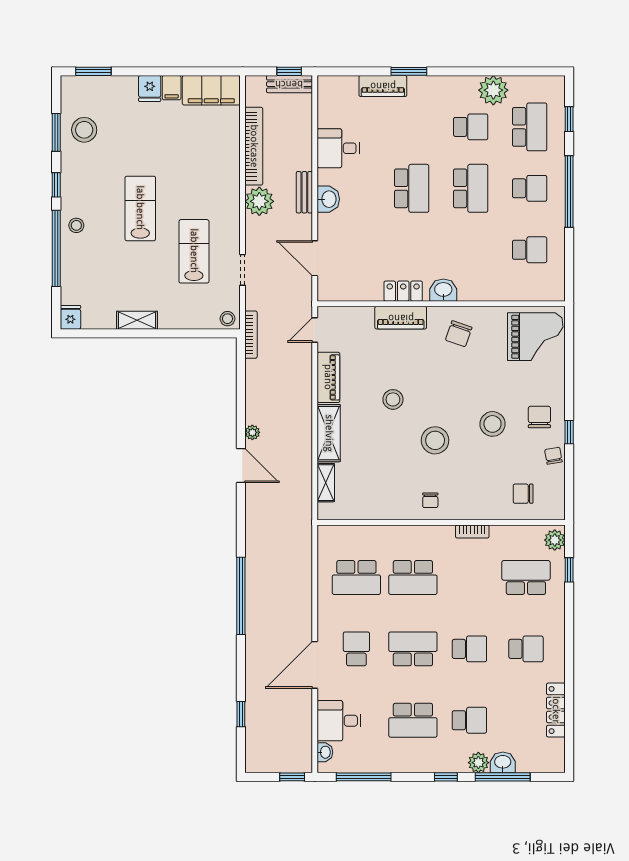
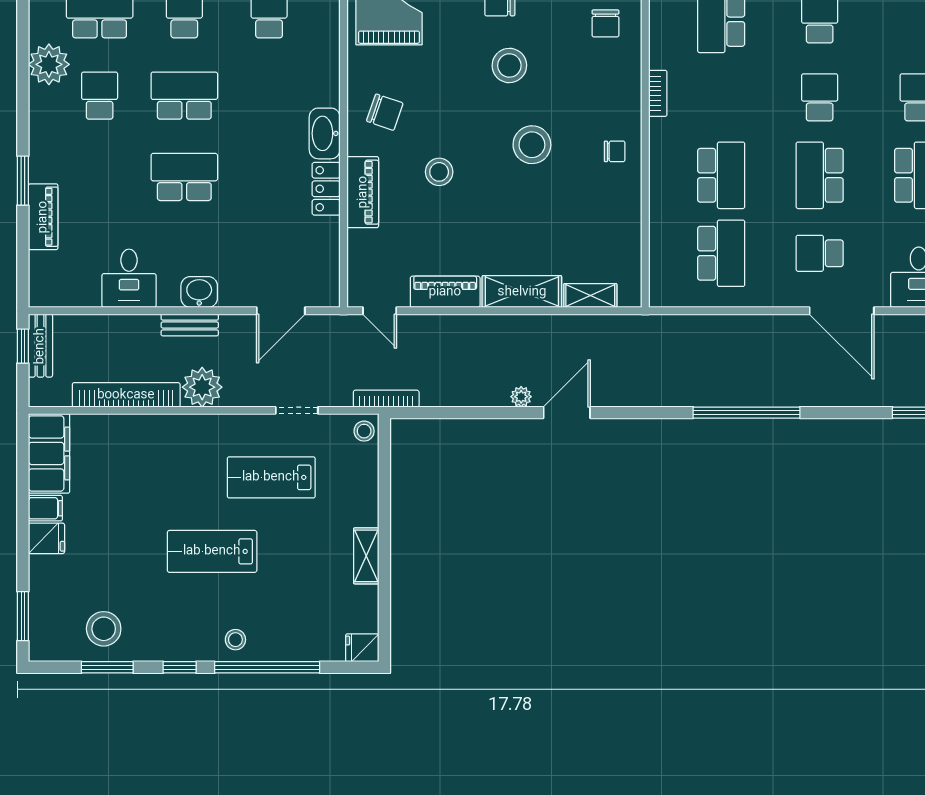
washbasin: (443, 290) -> (325, 133), width x1.38
stool: (393, 399) -> (439, 172), moved

